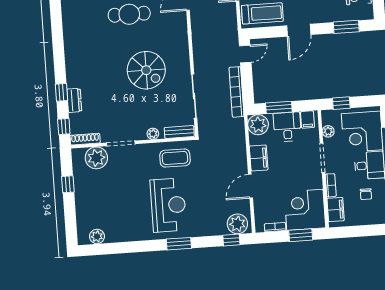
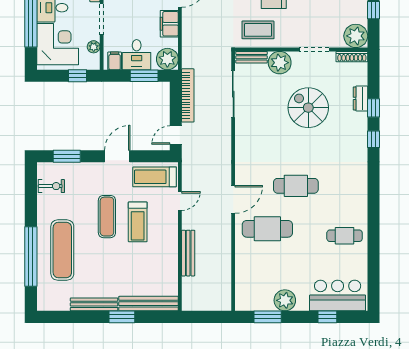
spiral stairs: (146, 70) -> (308, 108), moved
window: (64, 127) -> (373, 139), moved
plant: (153, 134) -> (280, 63), width x1.88, depth x1.88
plant: (96, 158) -> (356, 36), moved

